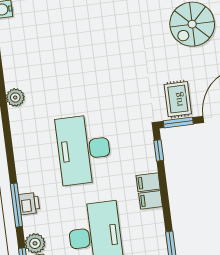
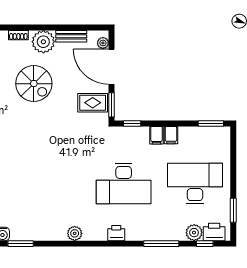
printer: (29, 204) -> (116, 233), moved

